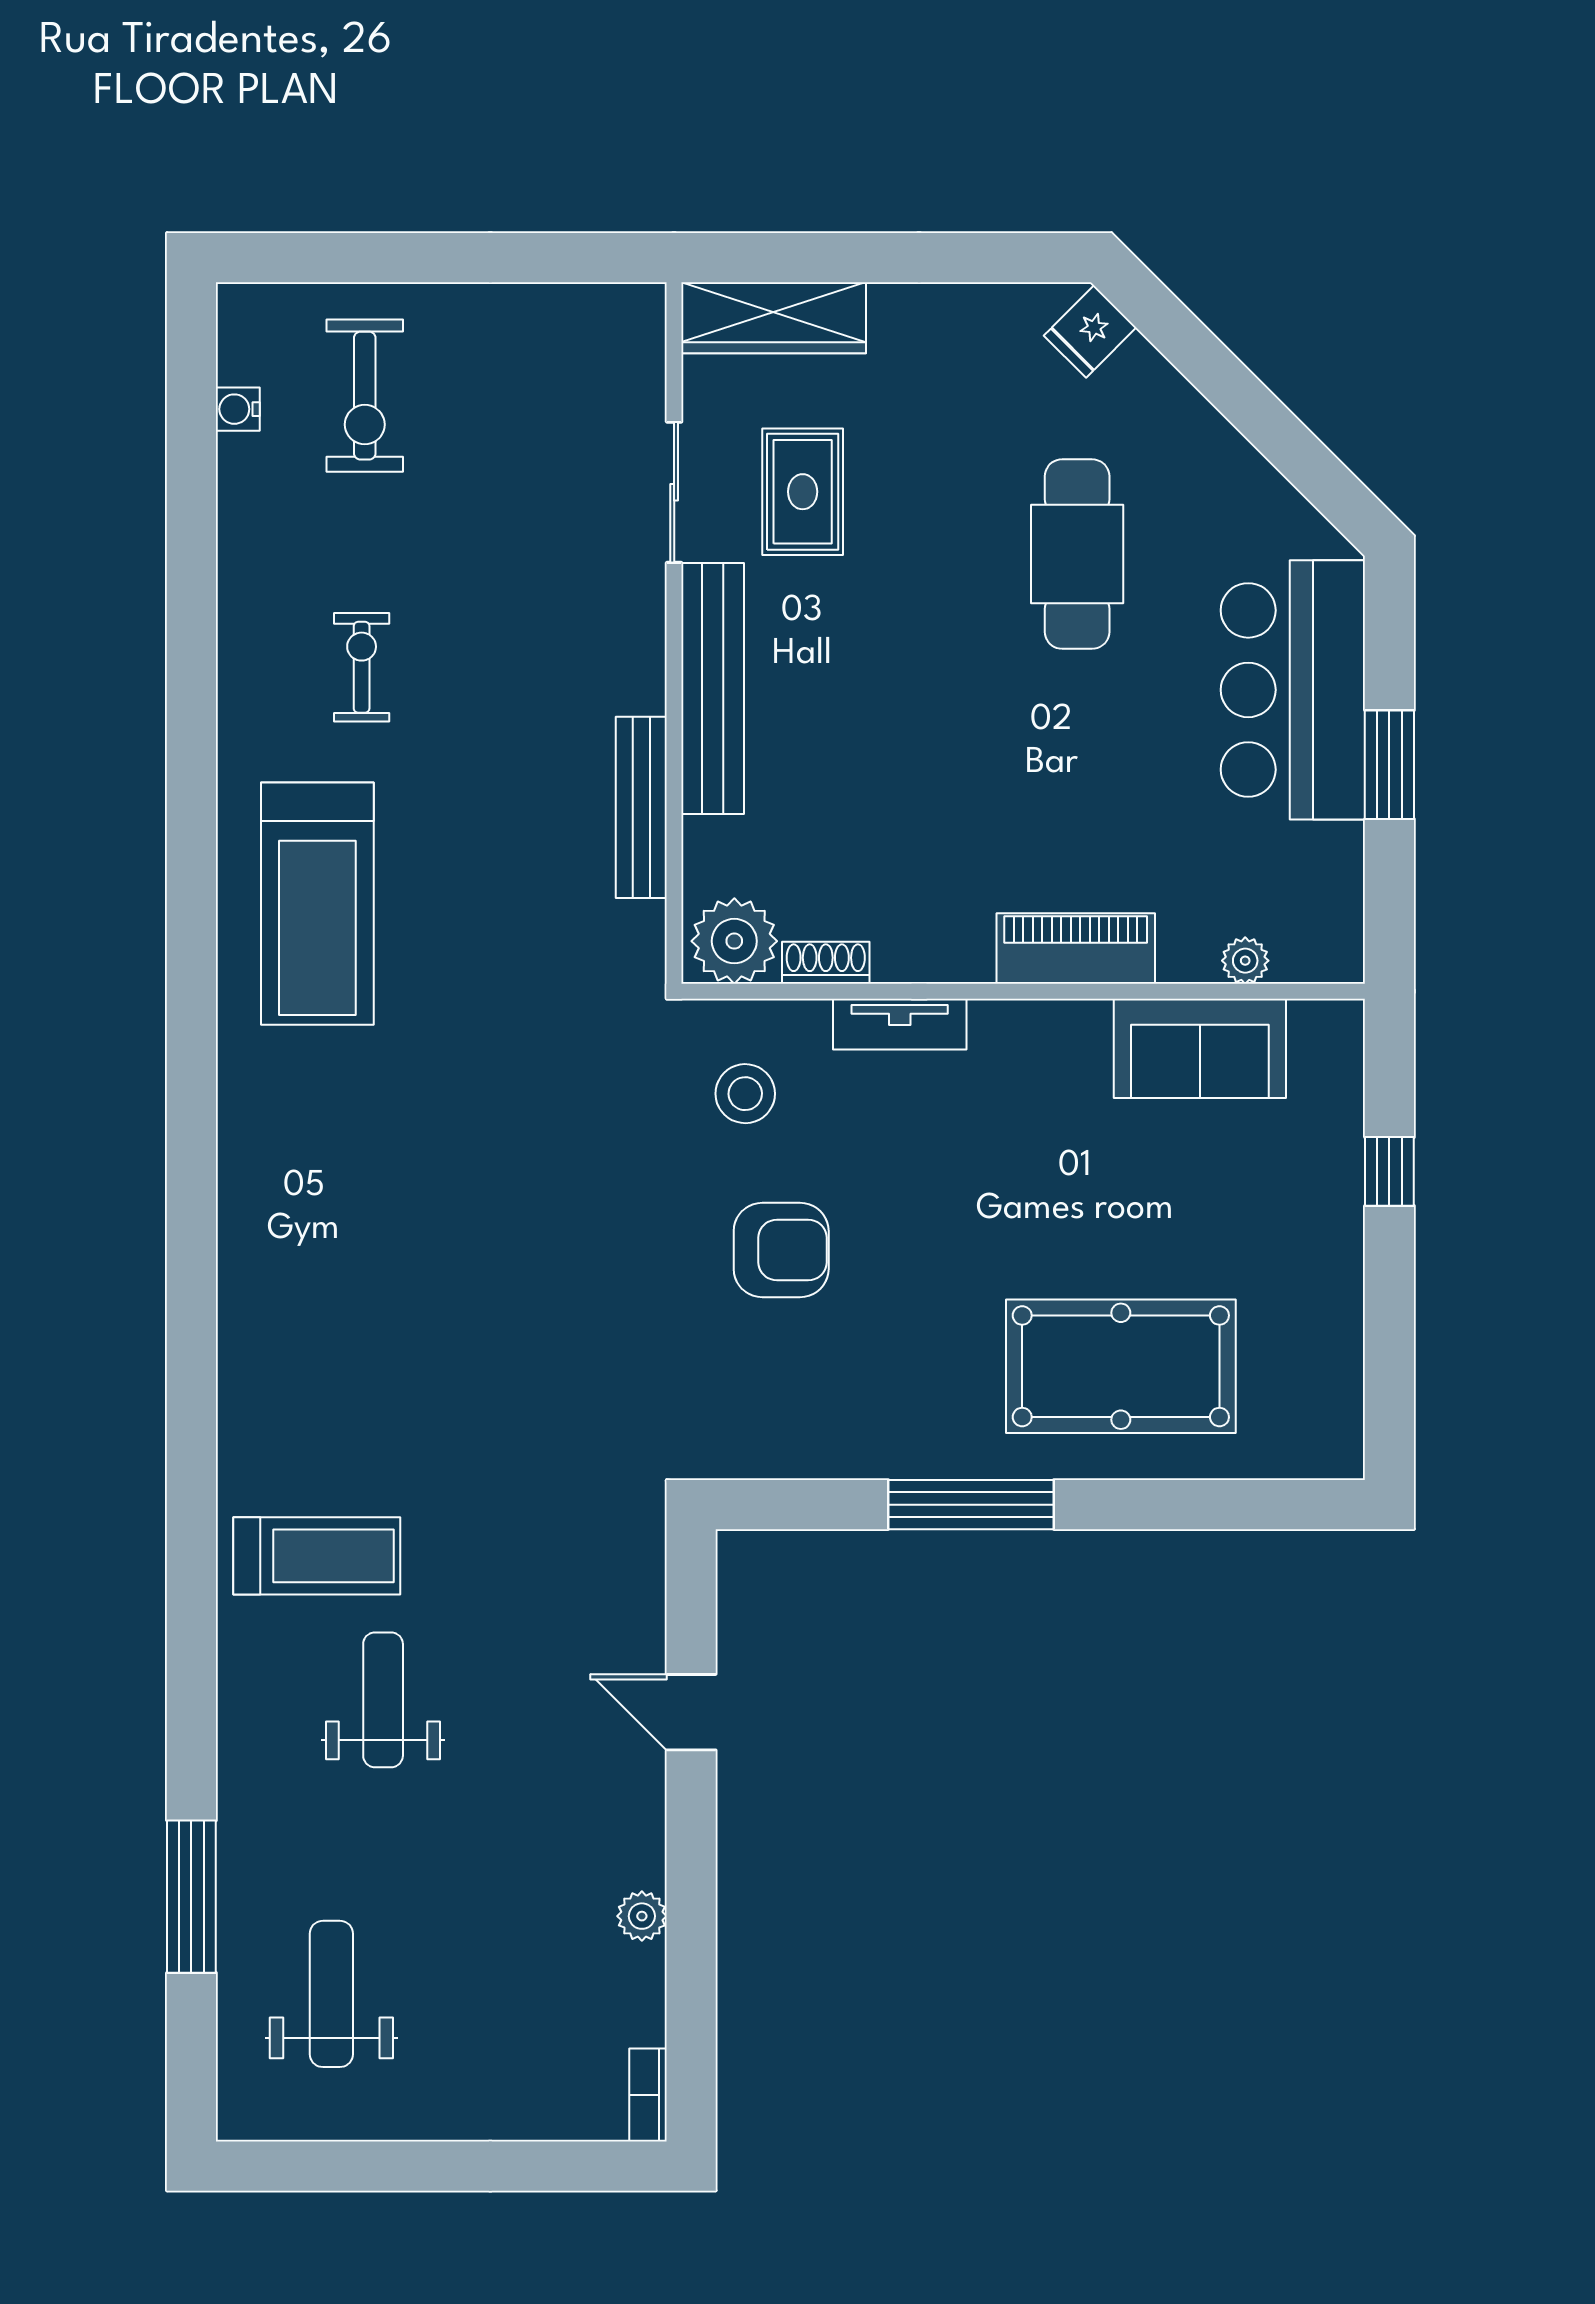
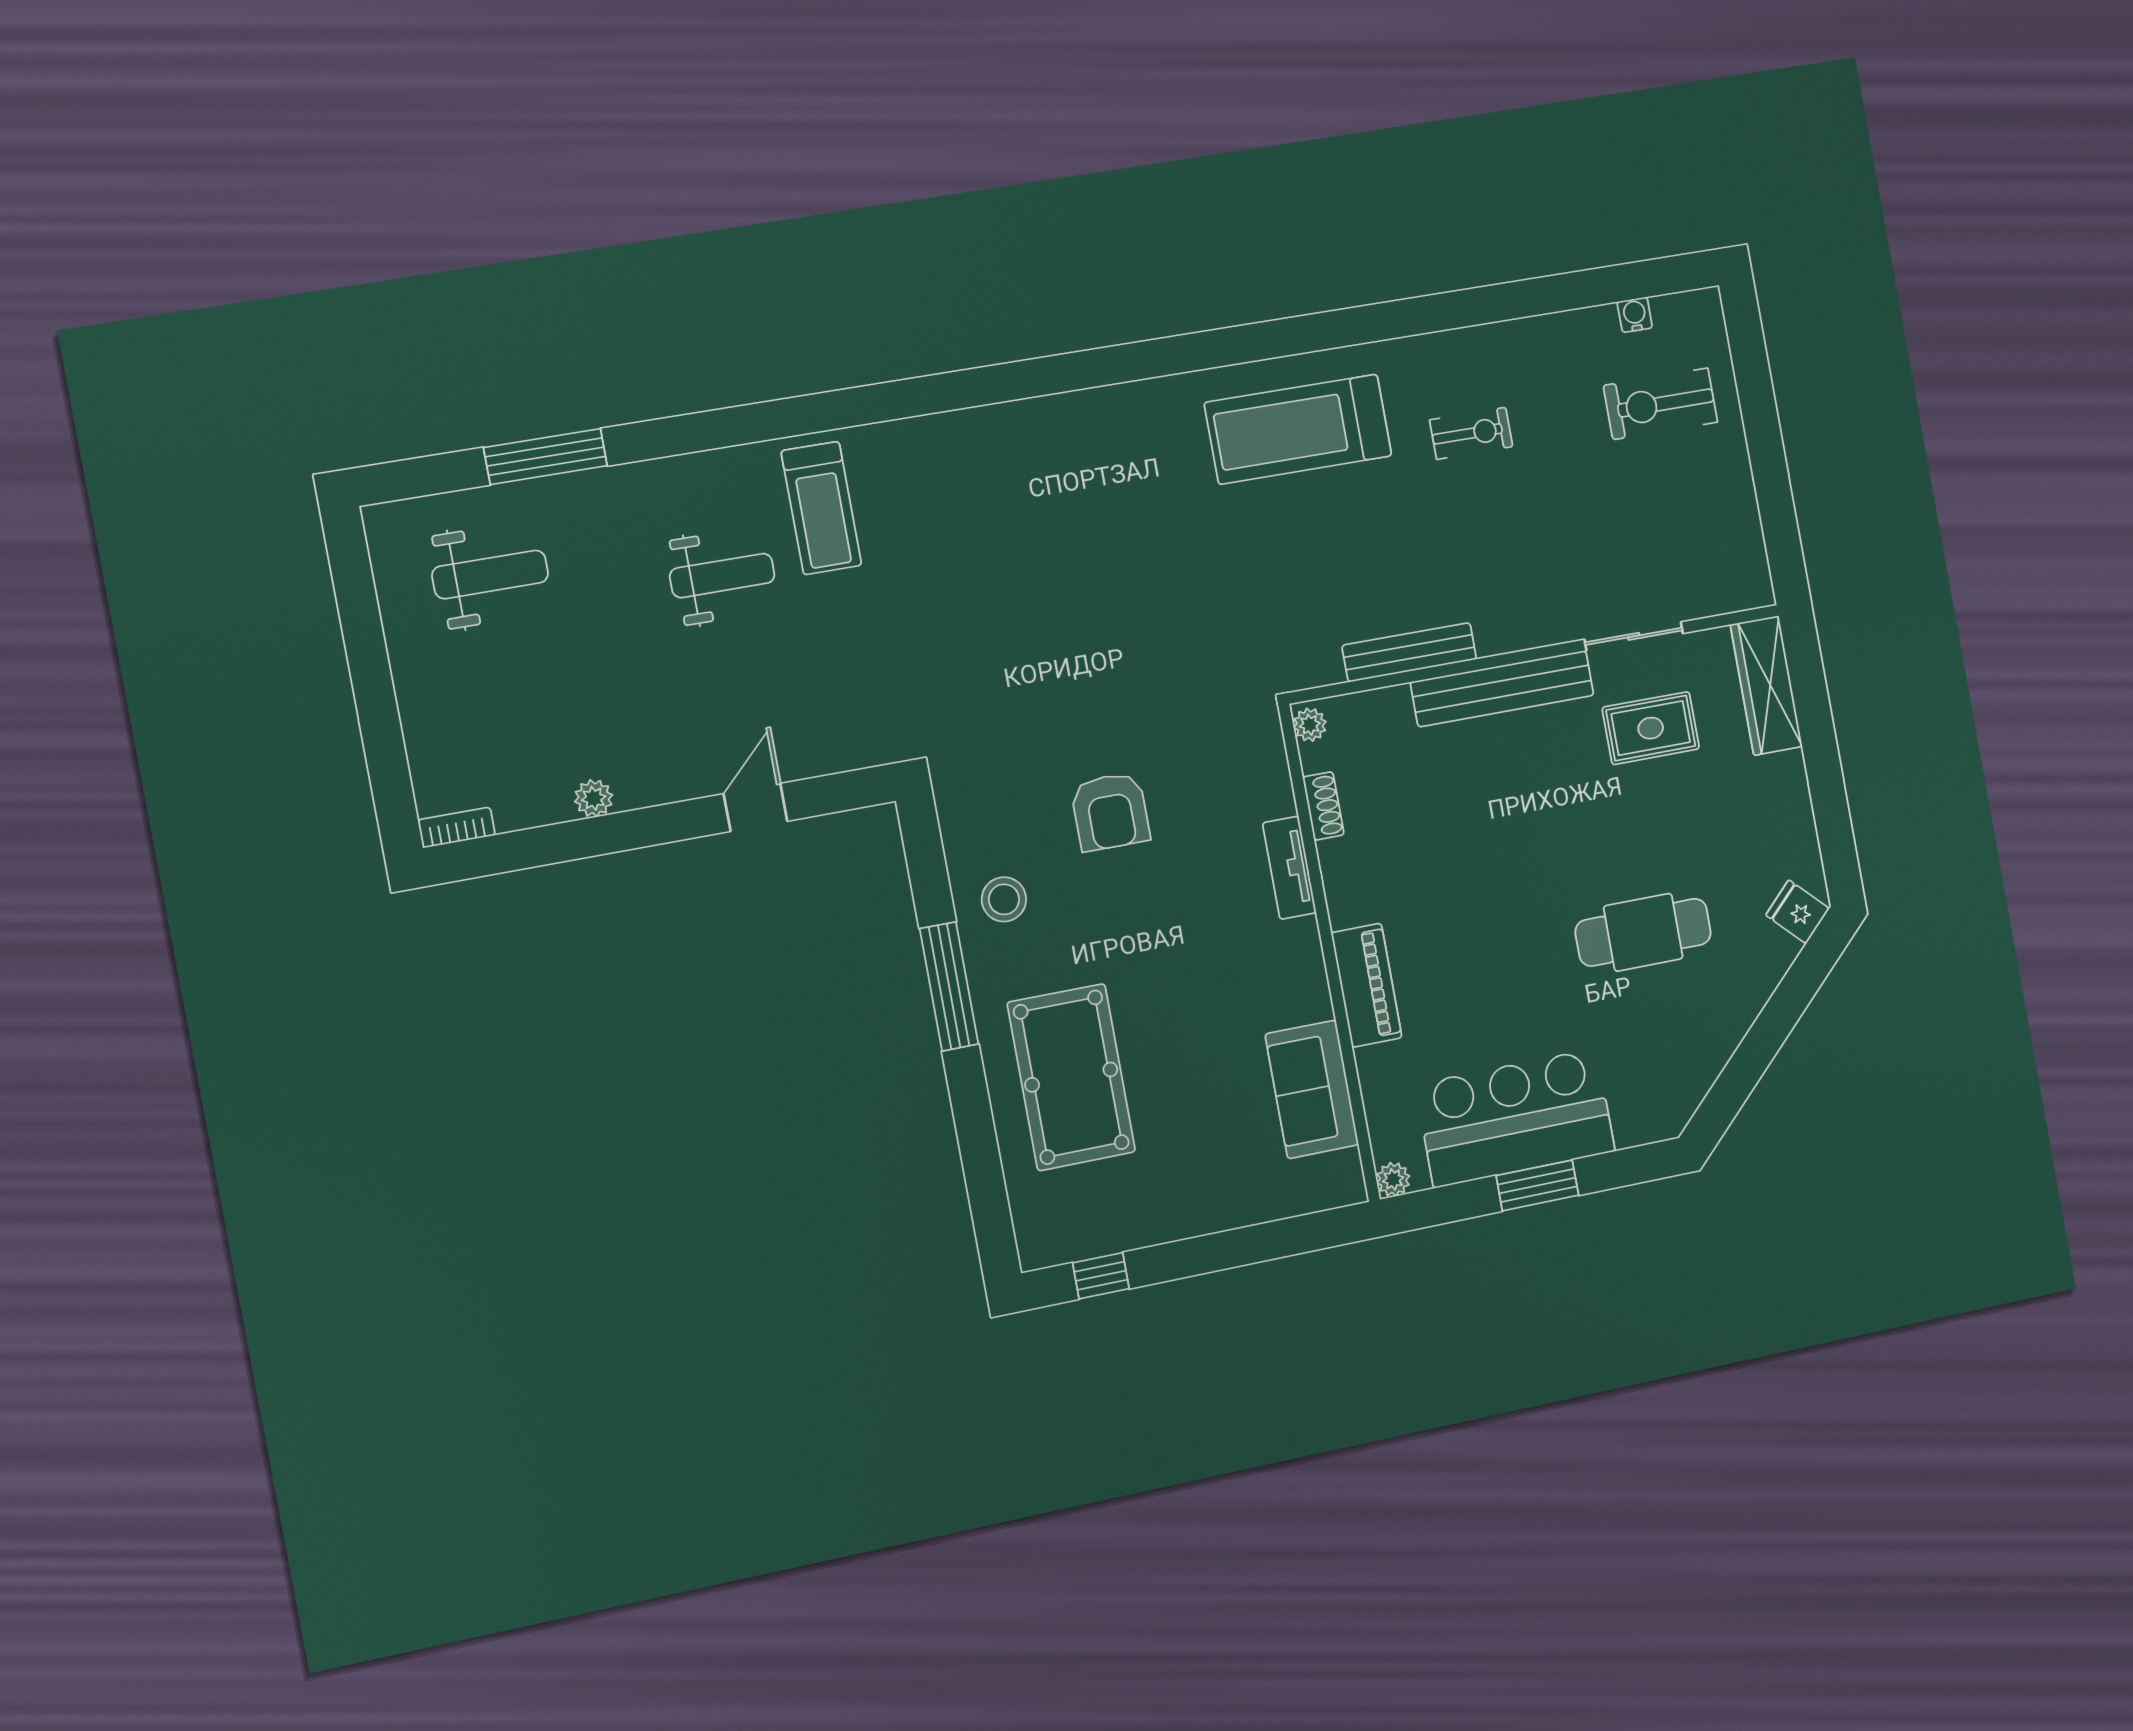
bar counter: (1293, 690) -> (1515, 1118), moved
plant: (734, 941) -> (1310, 725), width x0.53, depth x0.53
plant: (1245, 961) -> (1393, 1179), moved
stool: (745, 1094) -> (1004, 899), moved
window: (1389, 1171) -> (1101, 1276), moved

